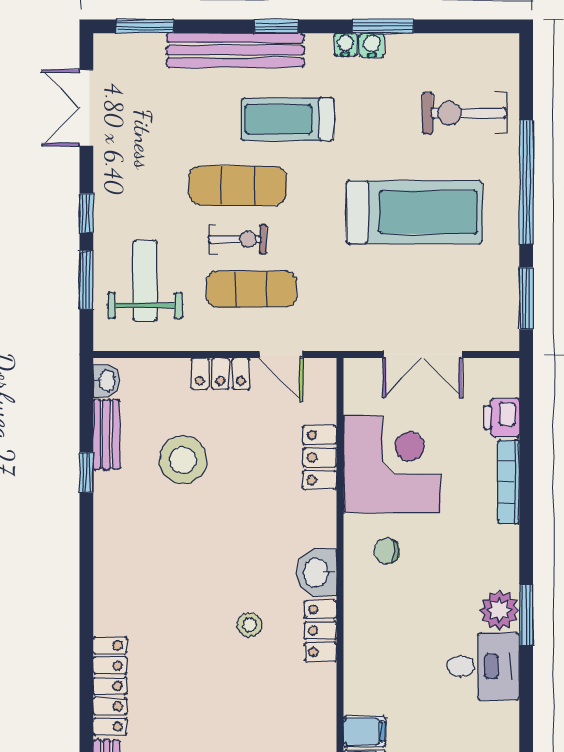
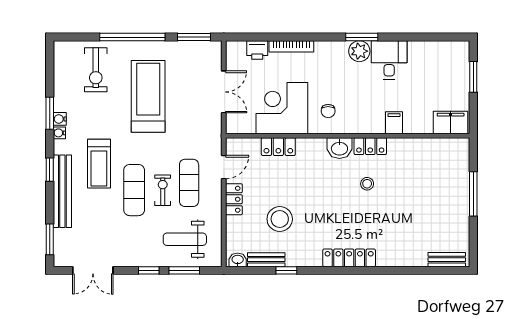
locker: (110, 686) -> (349, 258), moved
filing cabinet: (364, 731) -> (394, 123), moved

